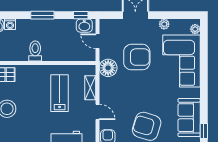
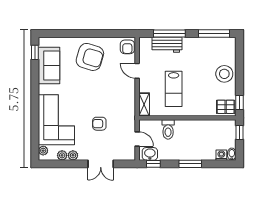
plant: (175, 24) -> (62, 155), added
toilet: (35, 51) -> (168, 129), moved
armchair: (137, 57) -> (99, 124), width x0.53, depth x0.53
floor lamp: (108, 68) -> (127, 113), removed
shelving: (90, 88) -> (144, 104), moved

